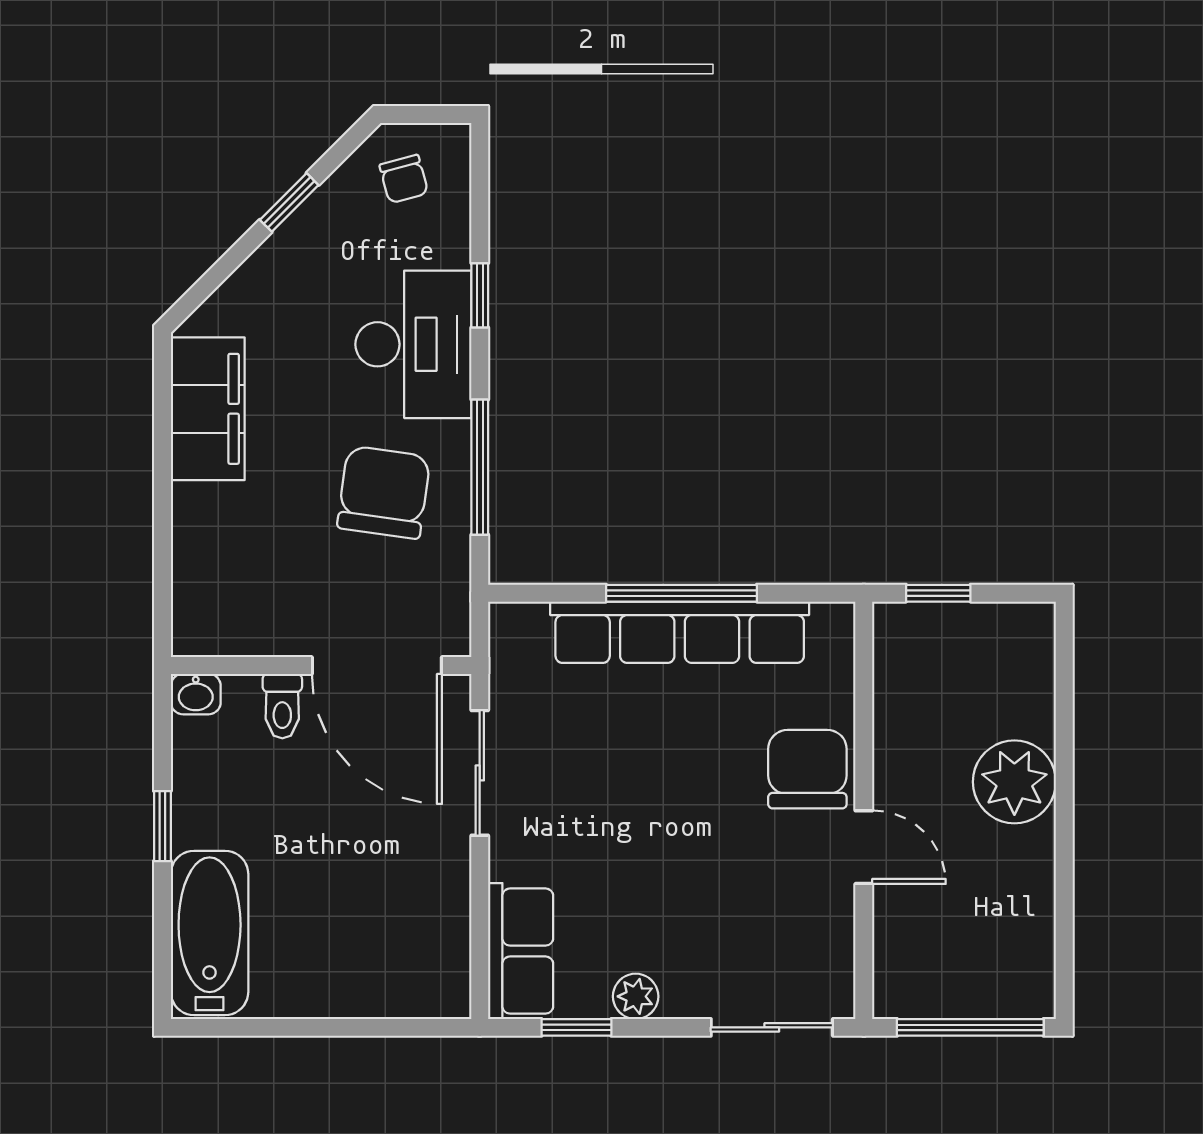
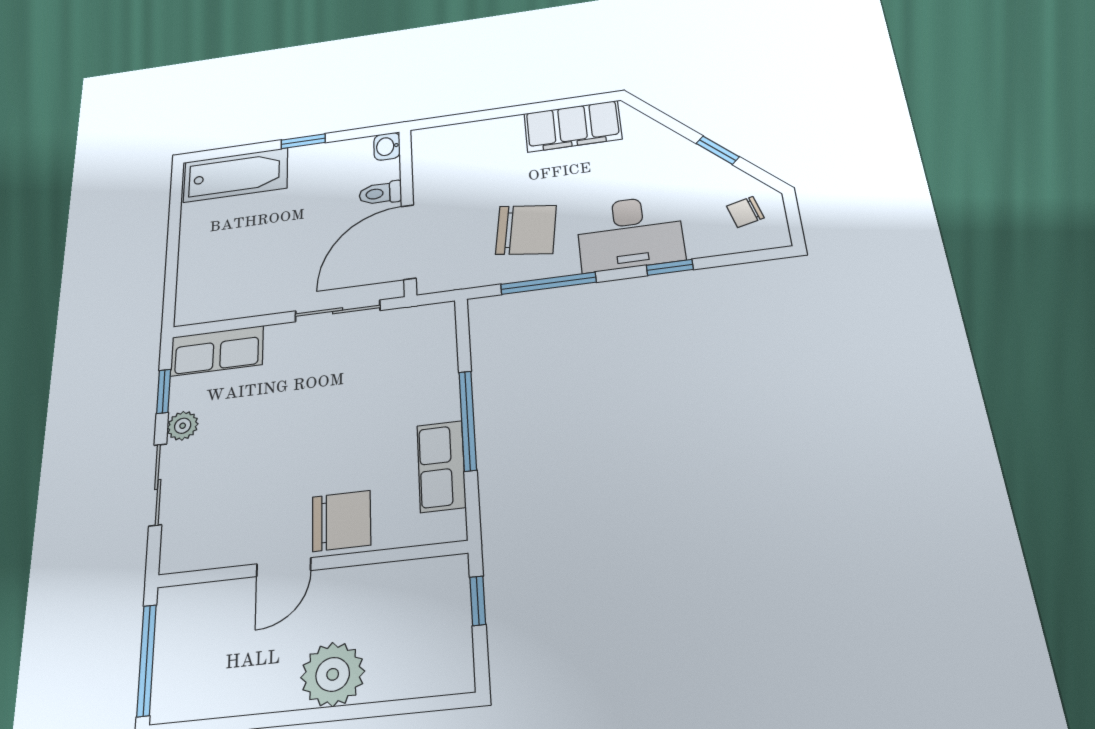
row of seats: (680, 632) -> (441, 466), width x0.50
sliding door: (772, 1027) -> (158, 484), moved

